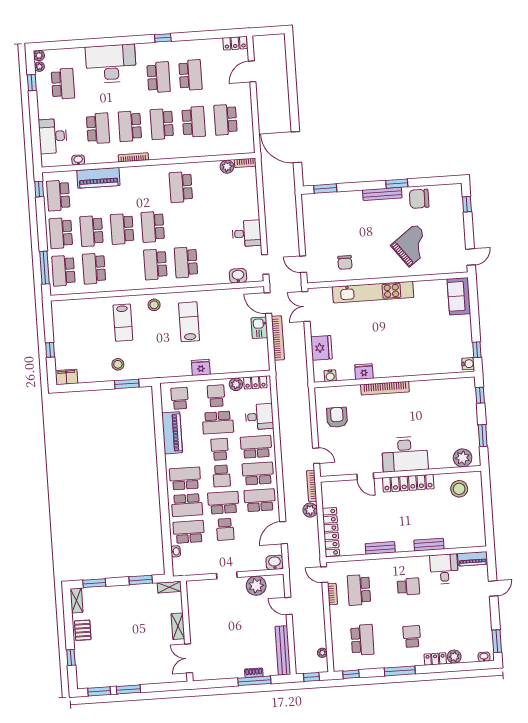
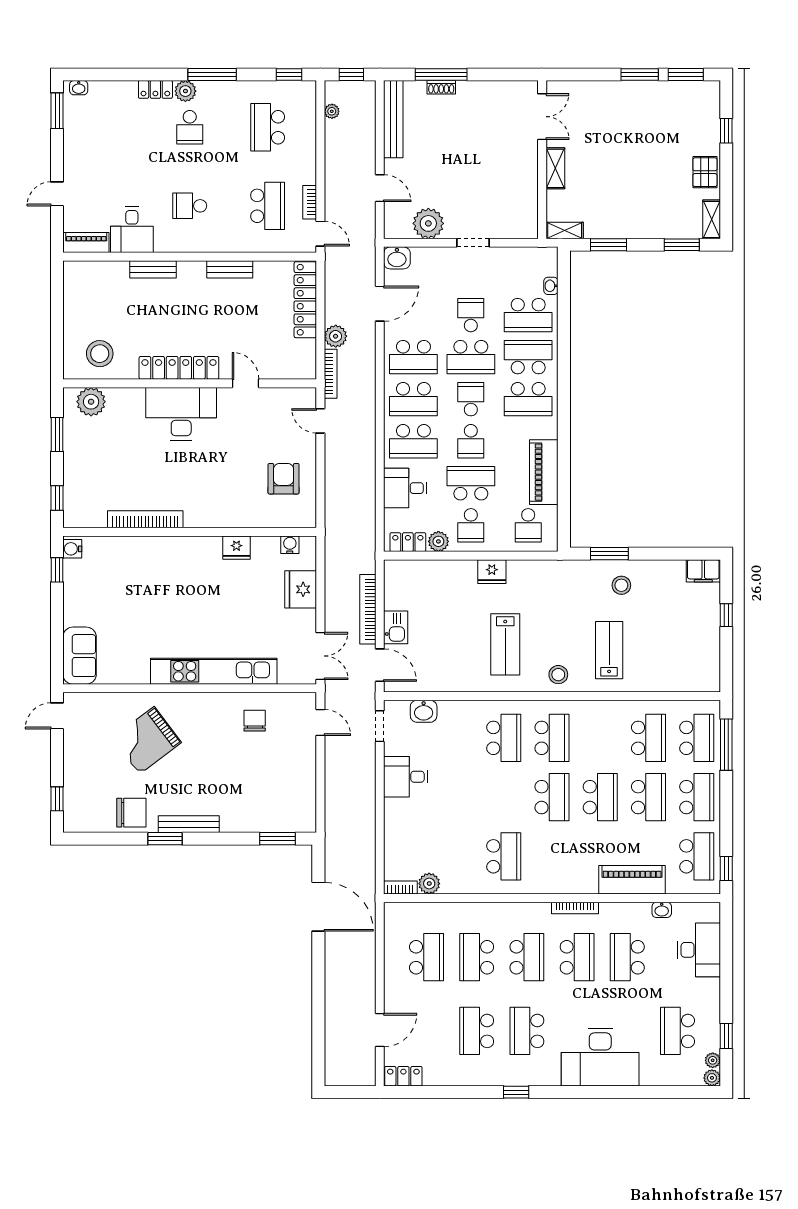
bookcase: (385, 388) -> (145, 519), moved
armchair: (337, 417) -> (284, 479), turned 180
plant: (454, 657) -> (185, 91), moved

